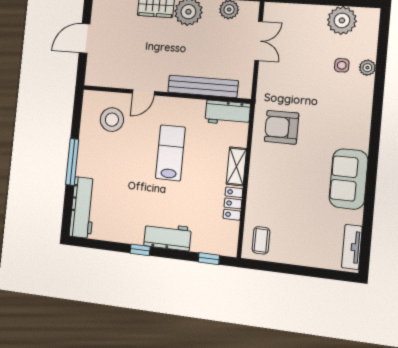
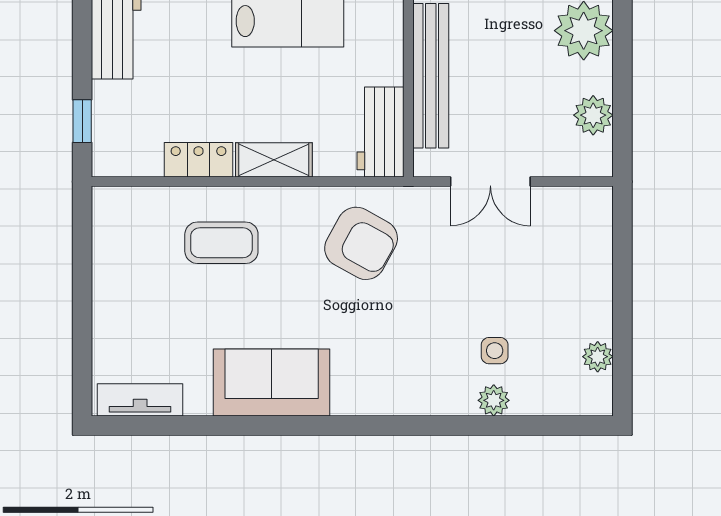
plant: (342, 20) -> (598, 357), width x0.53, depth x0.53
double door: (259, 41) -> (490, 182), moved
armchair: (282, 127) -> (361, 243), turned 119
coffee table: (261, 240) -> (221, 243), moved, width x1.36, depth x1.30

